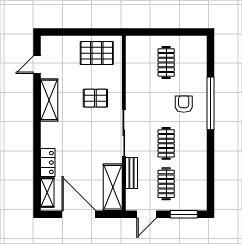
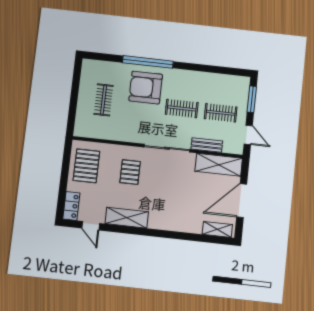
clothes rail: (166, 62) -> (104, 100), turned 90
armchair: (184, 104) -> (146, 88), width x1.88, depth x1.88
locker: (48, 163) -> (71, 206), moved, turned 90

